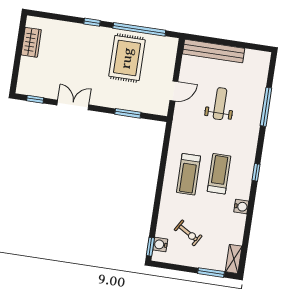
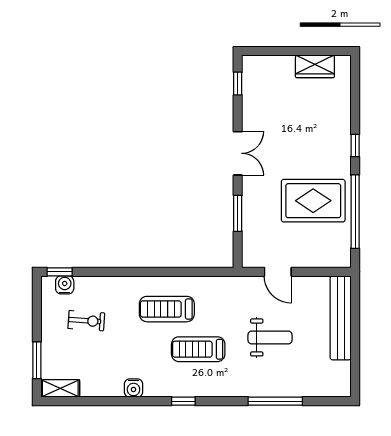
double door: (73, 105) -> (238, 153), moved
treadmill: (219, 174) -> (198, 349), moved, turned 180
exercise bike: (188, 233) -> (86, 321), turned -117

